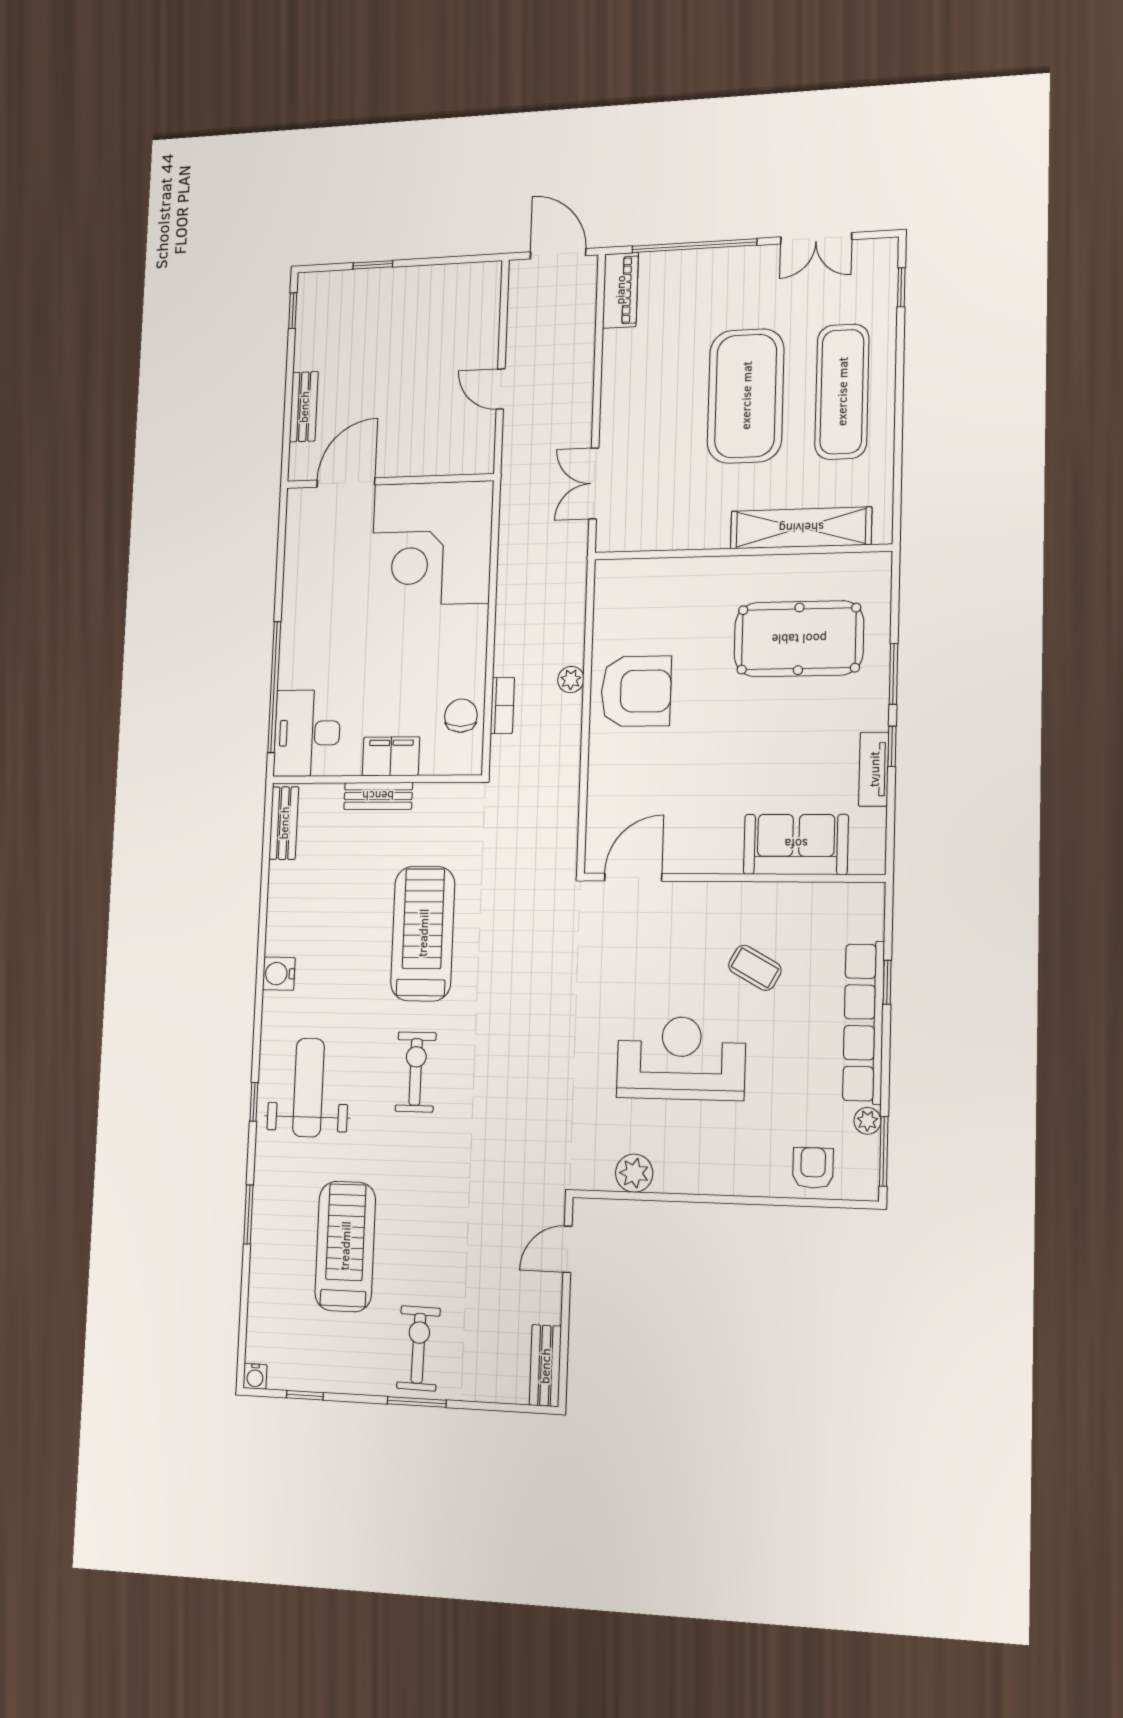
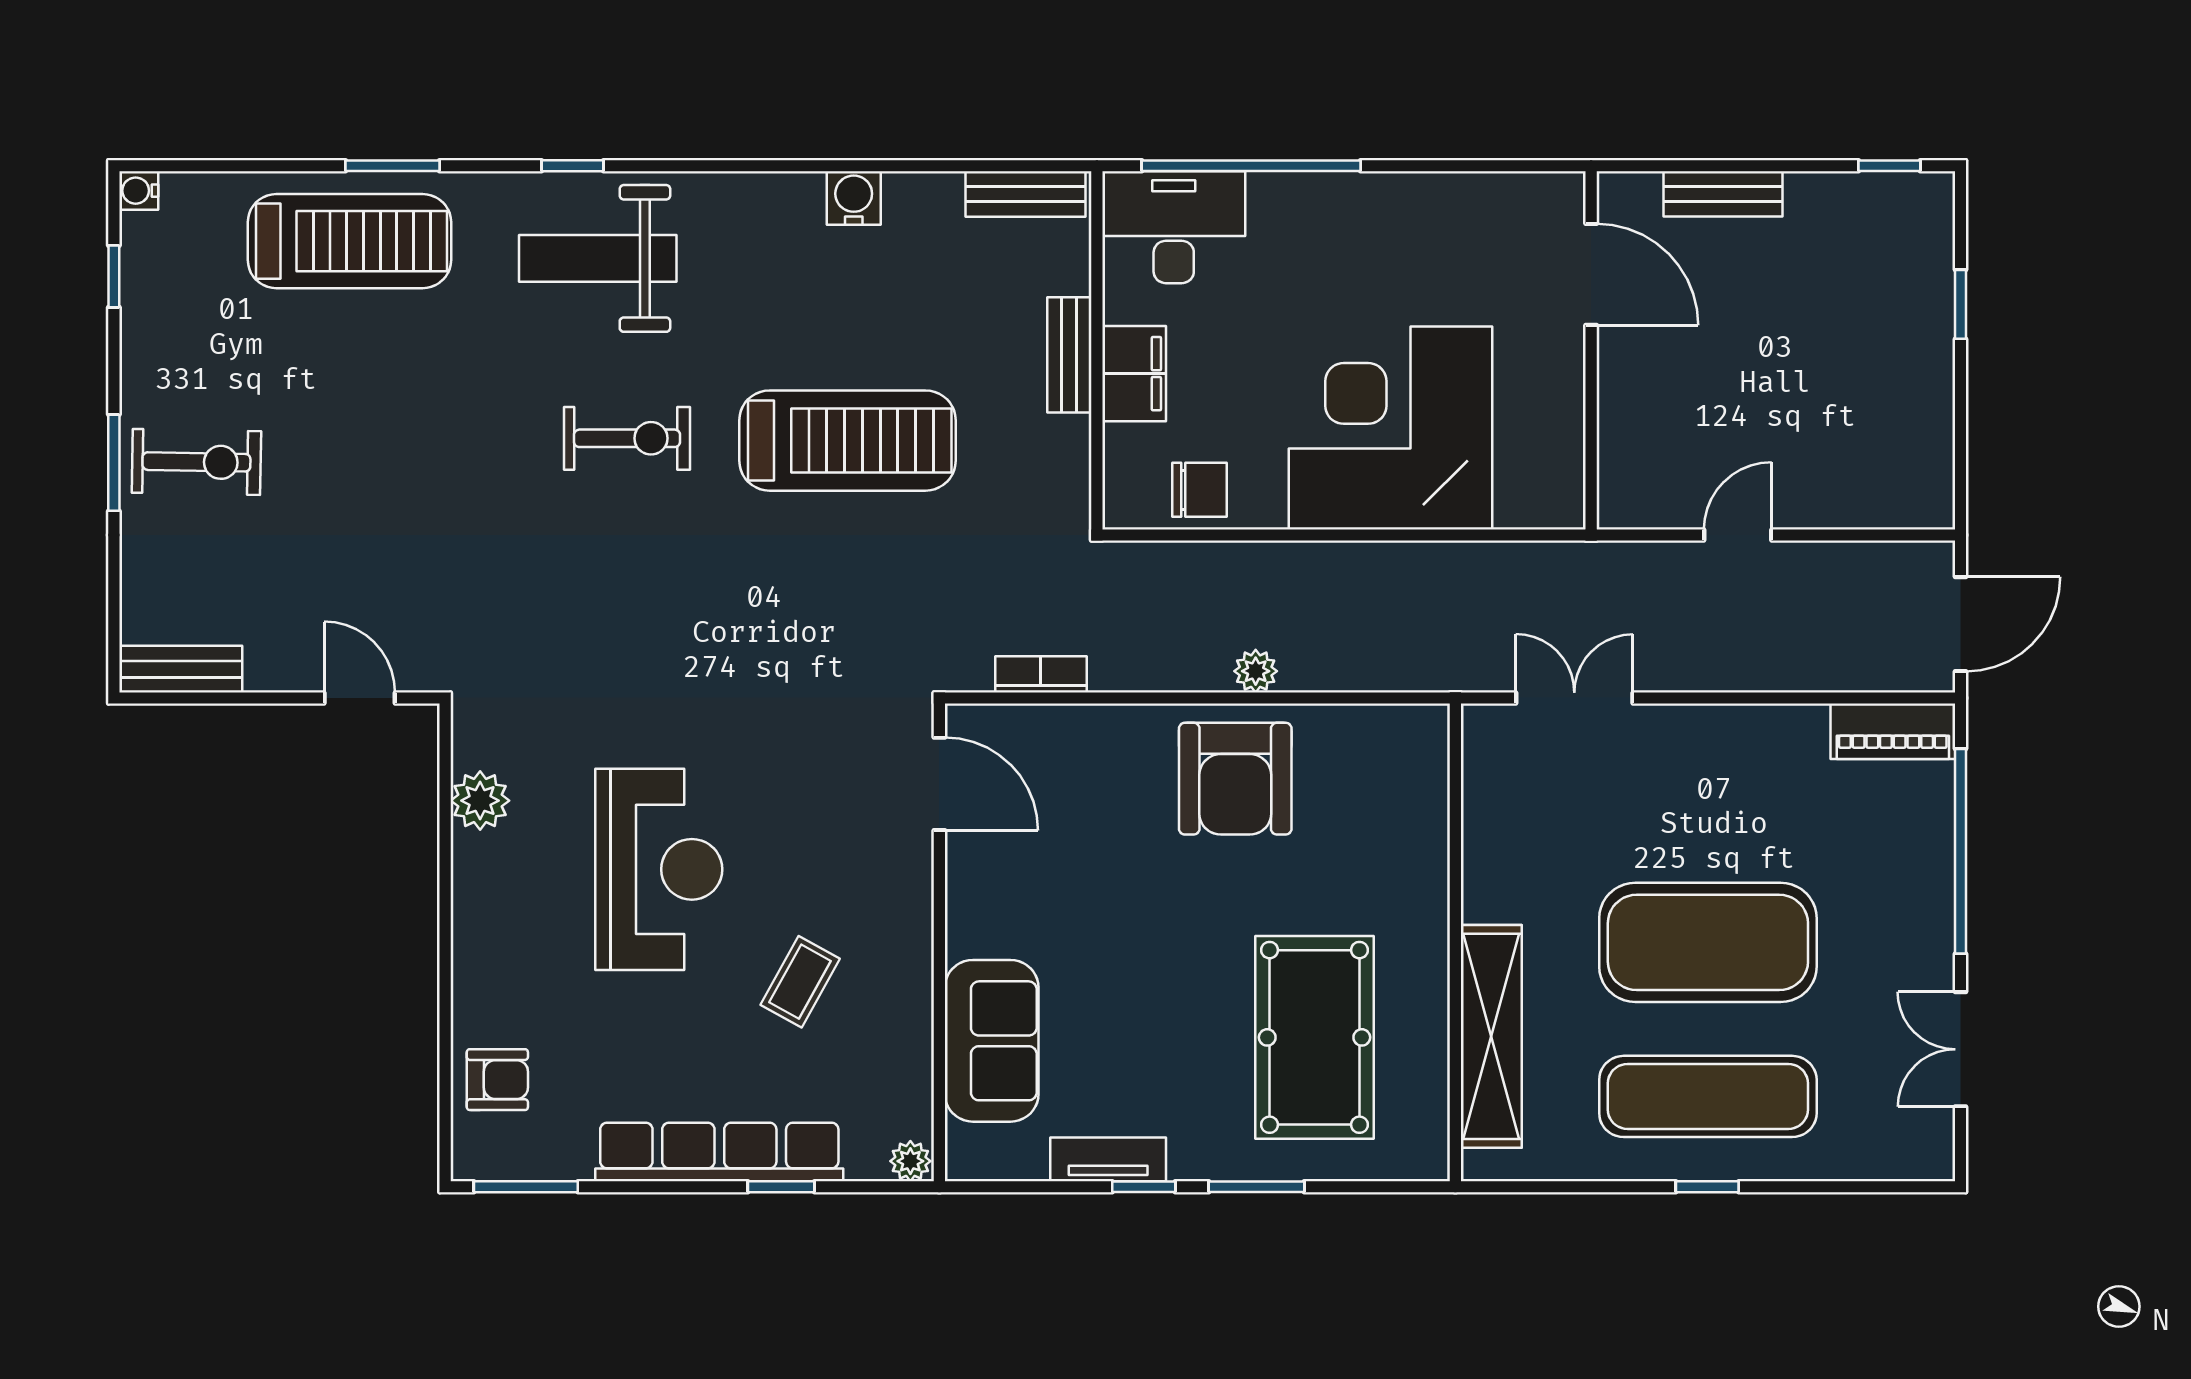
window: (901, 287) -> (1707, 1187), moved
corner desk: (432, 543) -> (1390, 428), moved
bookcase: (502, 706) -> (1041, 674), moved, turned 180
water cooler: (279, 974) -> (854, 198), moved
weight bench: (309, 1088) -> (598, 258), turned 180
plant: (867, 1121) -> (910, 1161), moved
treadmill: (345, 1246) -> (349, 241), moved

